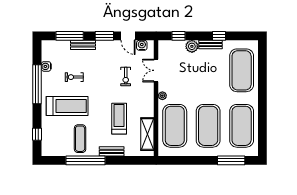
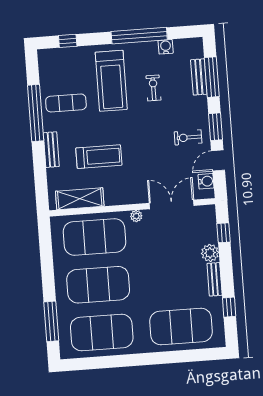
window: (219, 36) -> (229, 307), moved
bench: (83, 45) -> (199, 77), moved
double door: (156, 70) -> (172, 204), width x1.37
exercise bike: (126, 77) -> (188, 137), moved

